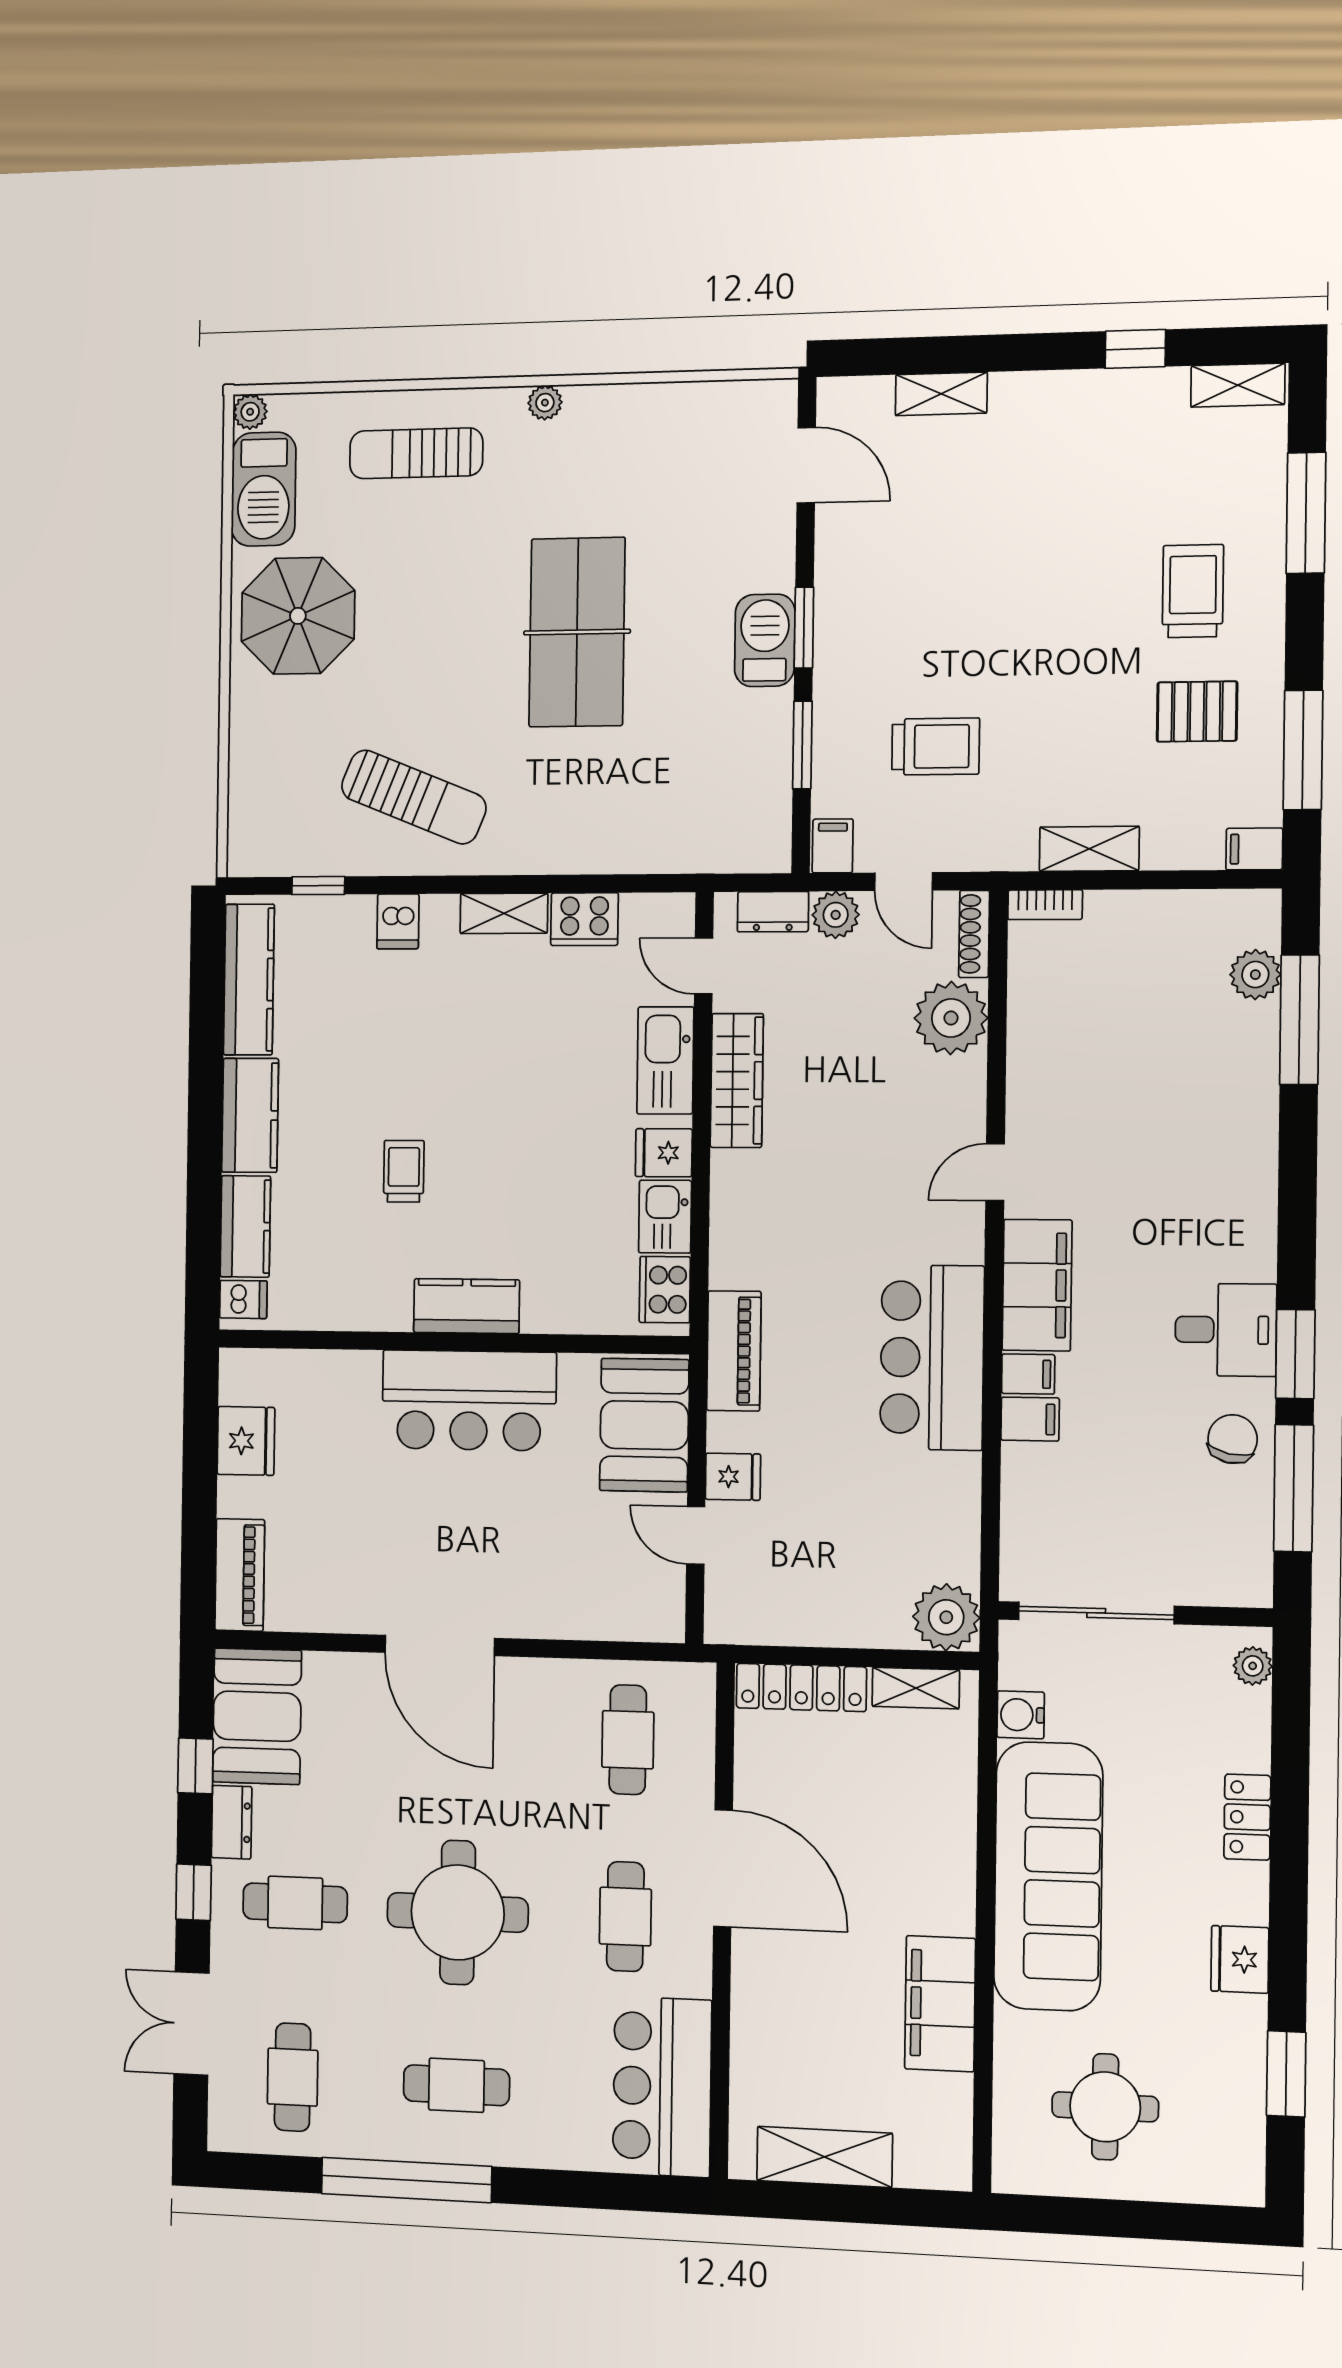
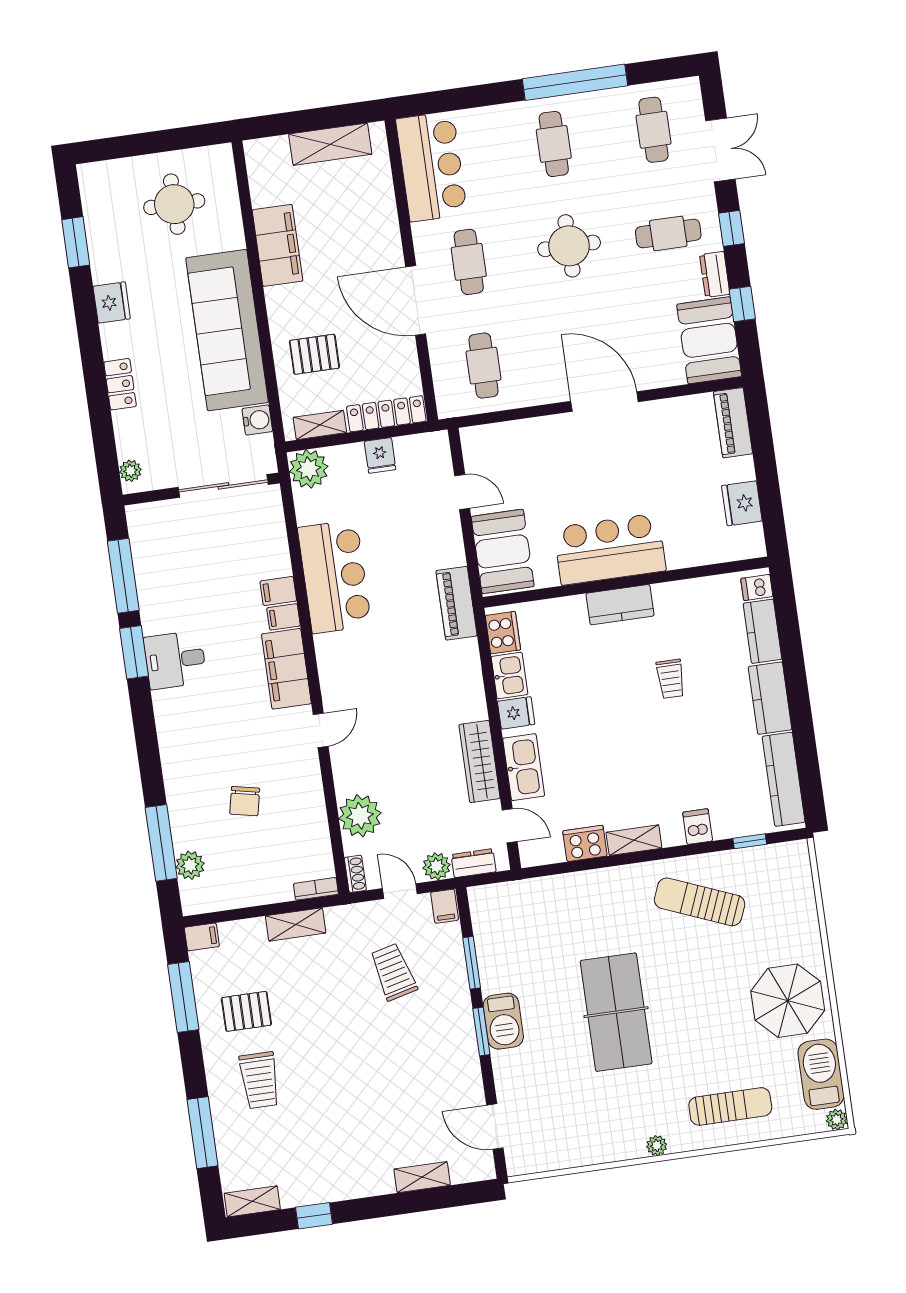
trolley: (936, 746) -> (393, 972), turned 76
shoe rack: (974, 934) -> (355, 874), width x0.70
bar counter: (932, 1358) -> (335, 577), moved
chair: (1233, 1439) -> (245, 801), moved
fridge: (733, 1477) -> (380, 455), moved, turned -90
pallet: (906, 1809) -> (314, 354), added
round table: (458, 1912) -> (569, 246), width x0.73, depth x0.73
cafe table: (456, 2085) -> (554, 144), turned 90

